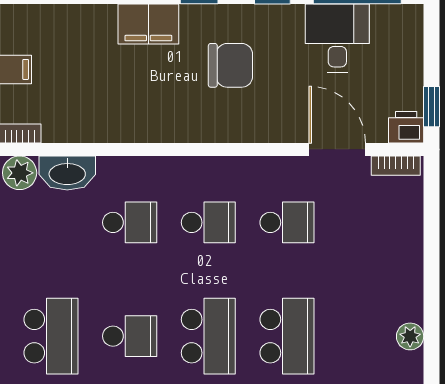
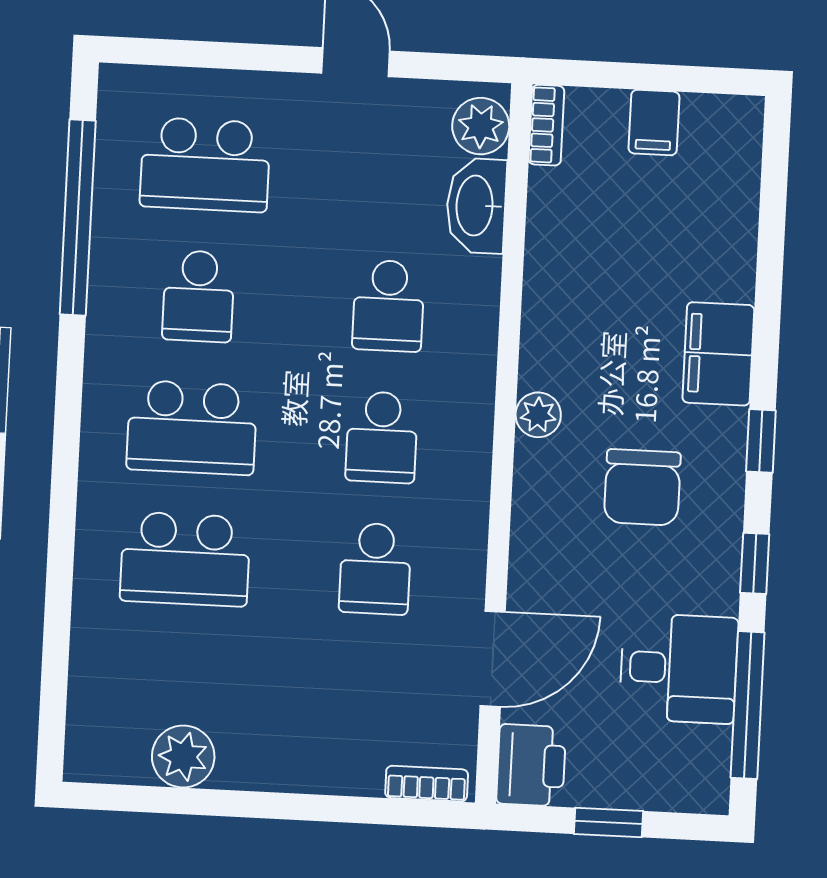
window: (432, 107) -> (608, 822), moved
printer: (406, 127) -> (531, 765), width x1.36, depth x1.24
plant: (190, 130) -> (538, 415), added
bookcase: (396, 166) -> (427, 784), moved, turned 90
plant: (410, 336) -> (183, 757), width x1.38, depth x1.38

